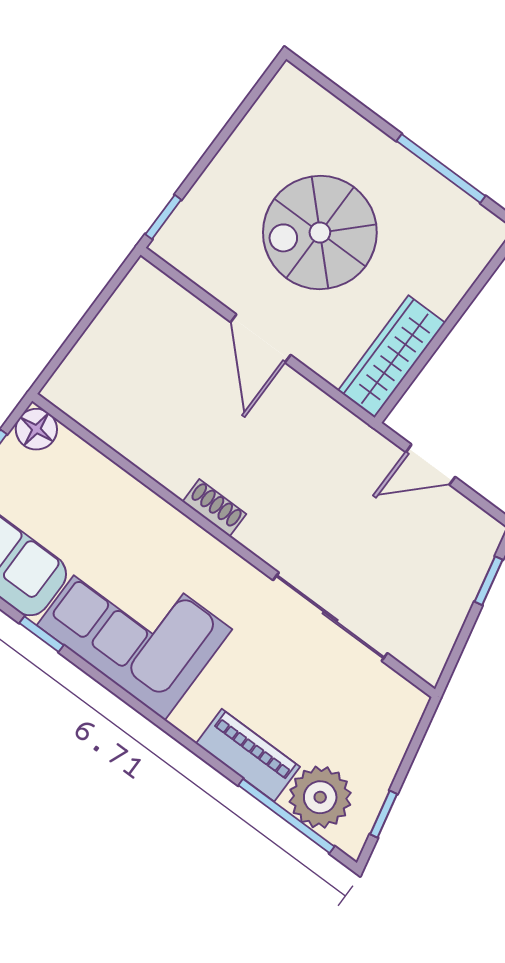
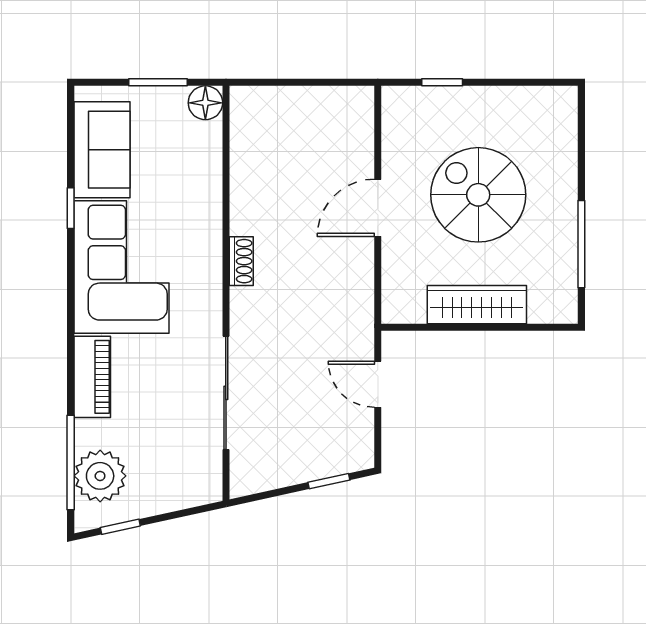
window: (163, 217) -> (442, 82), moved
wardrobe: (392, 357) -> (477, 305), moved
piano: (248, 755) -> (92, 377), moved

